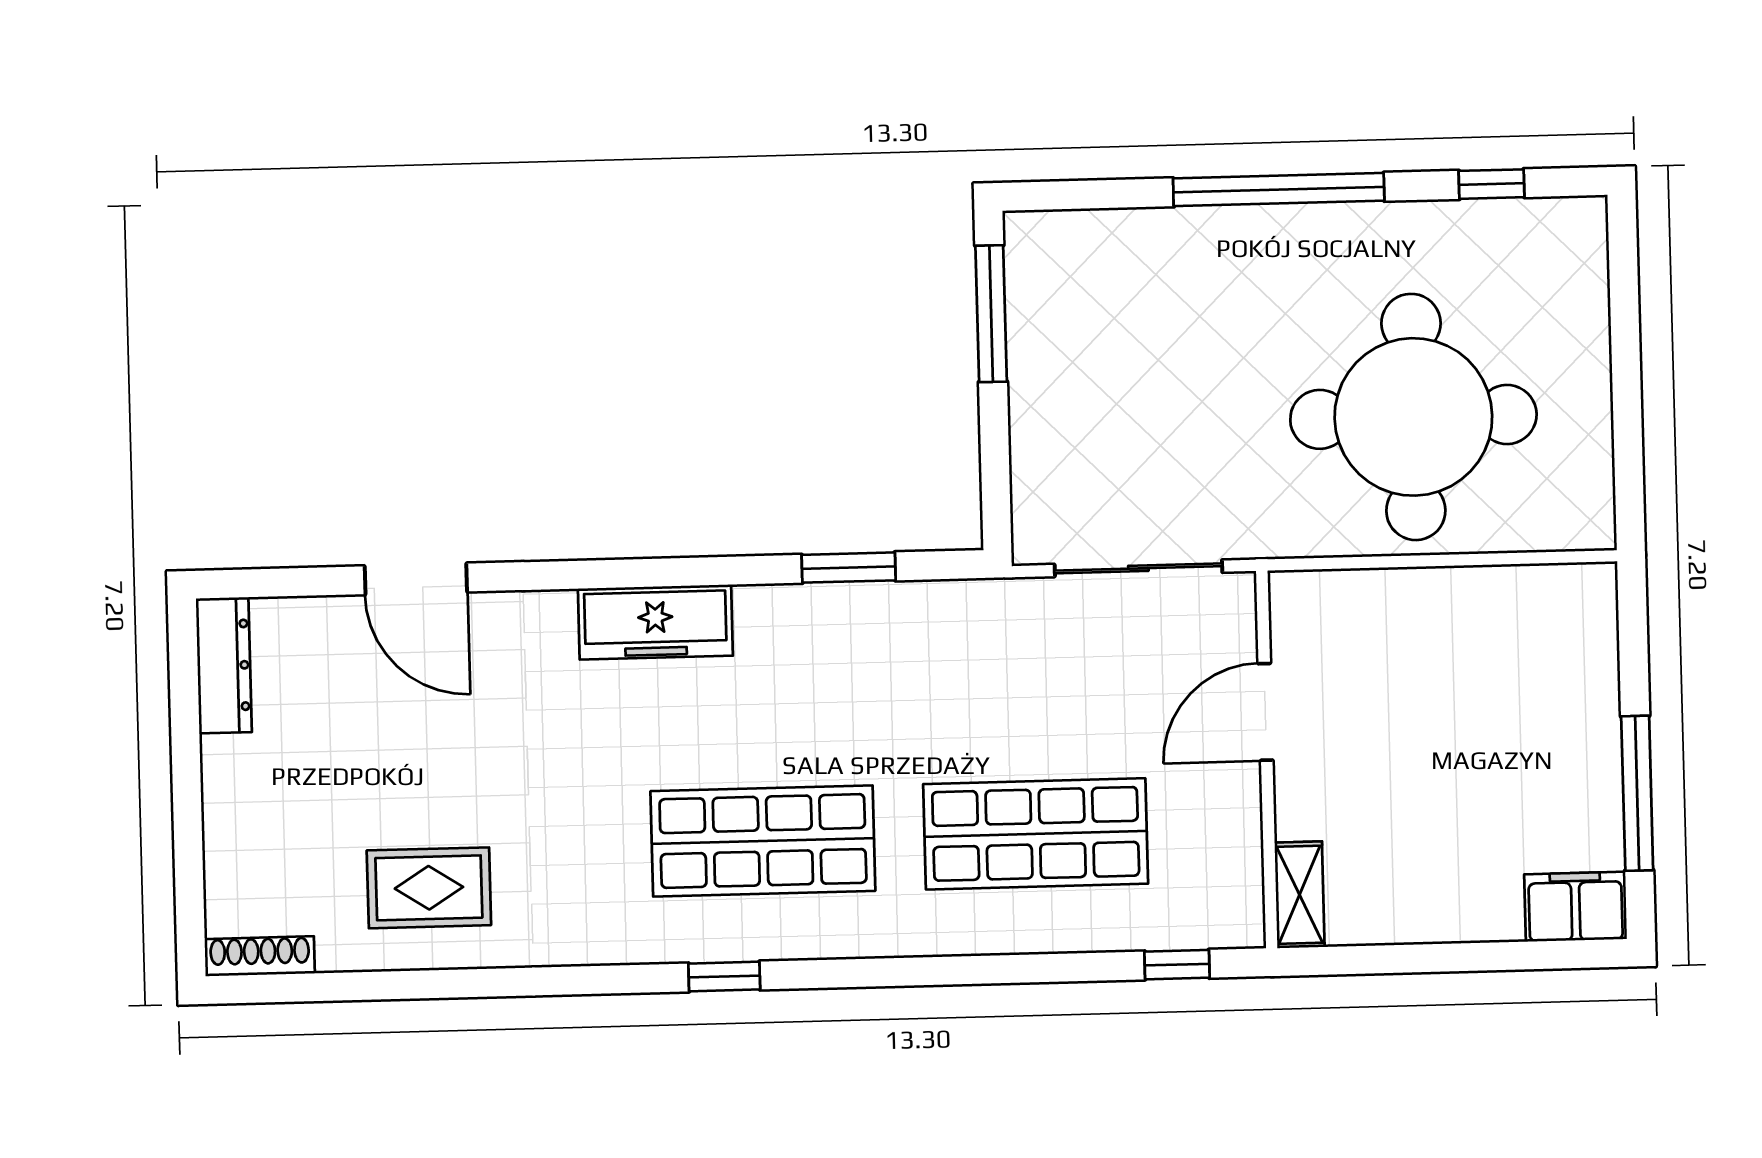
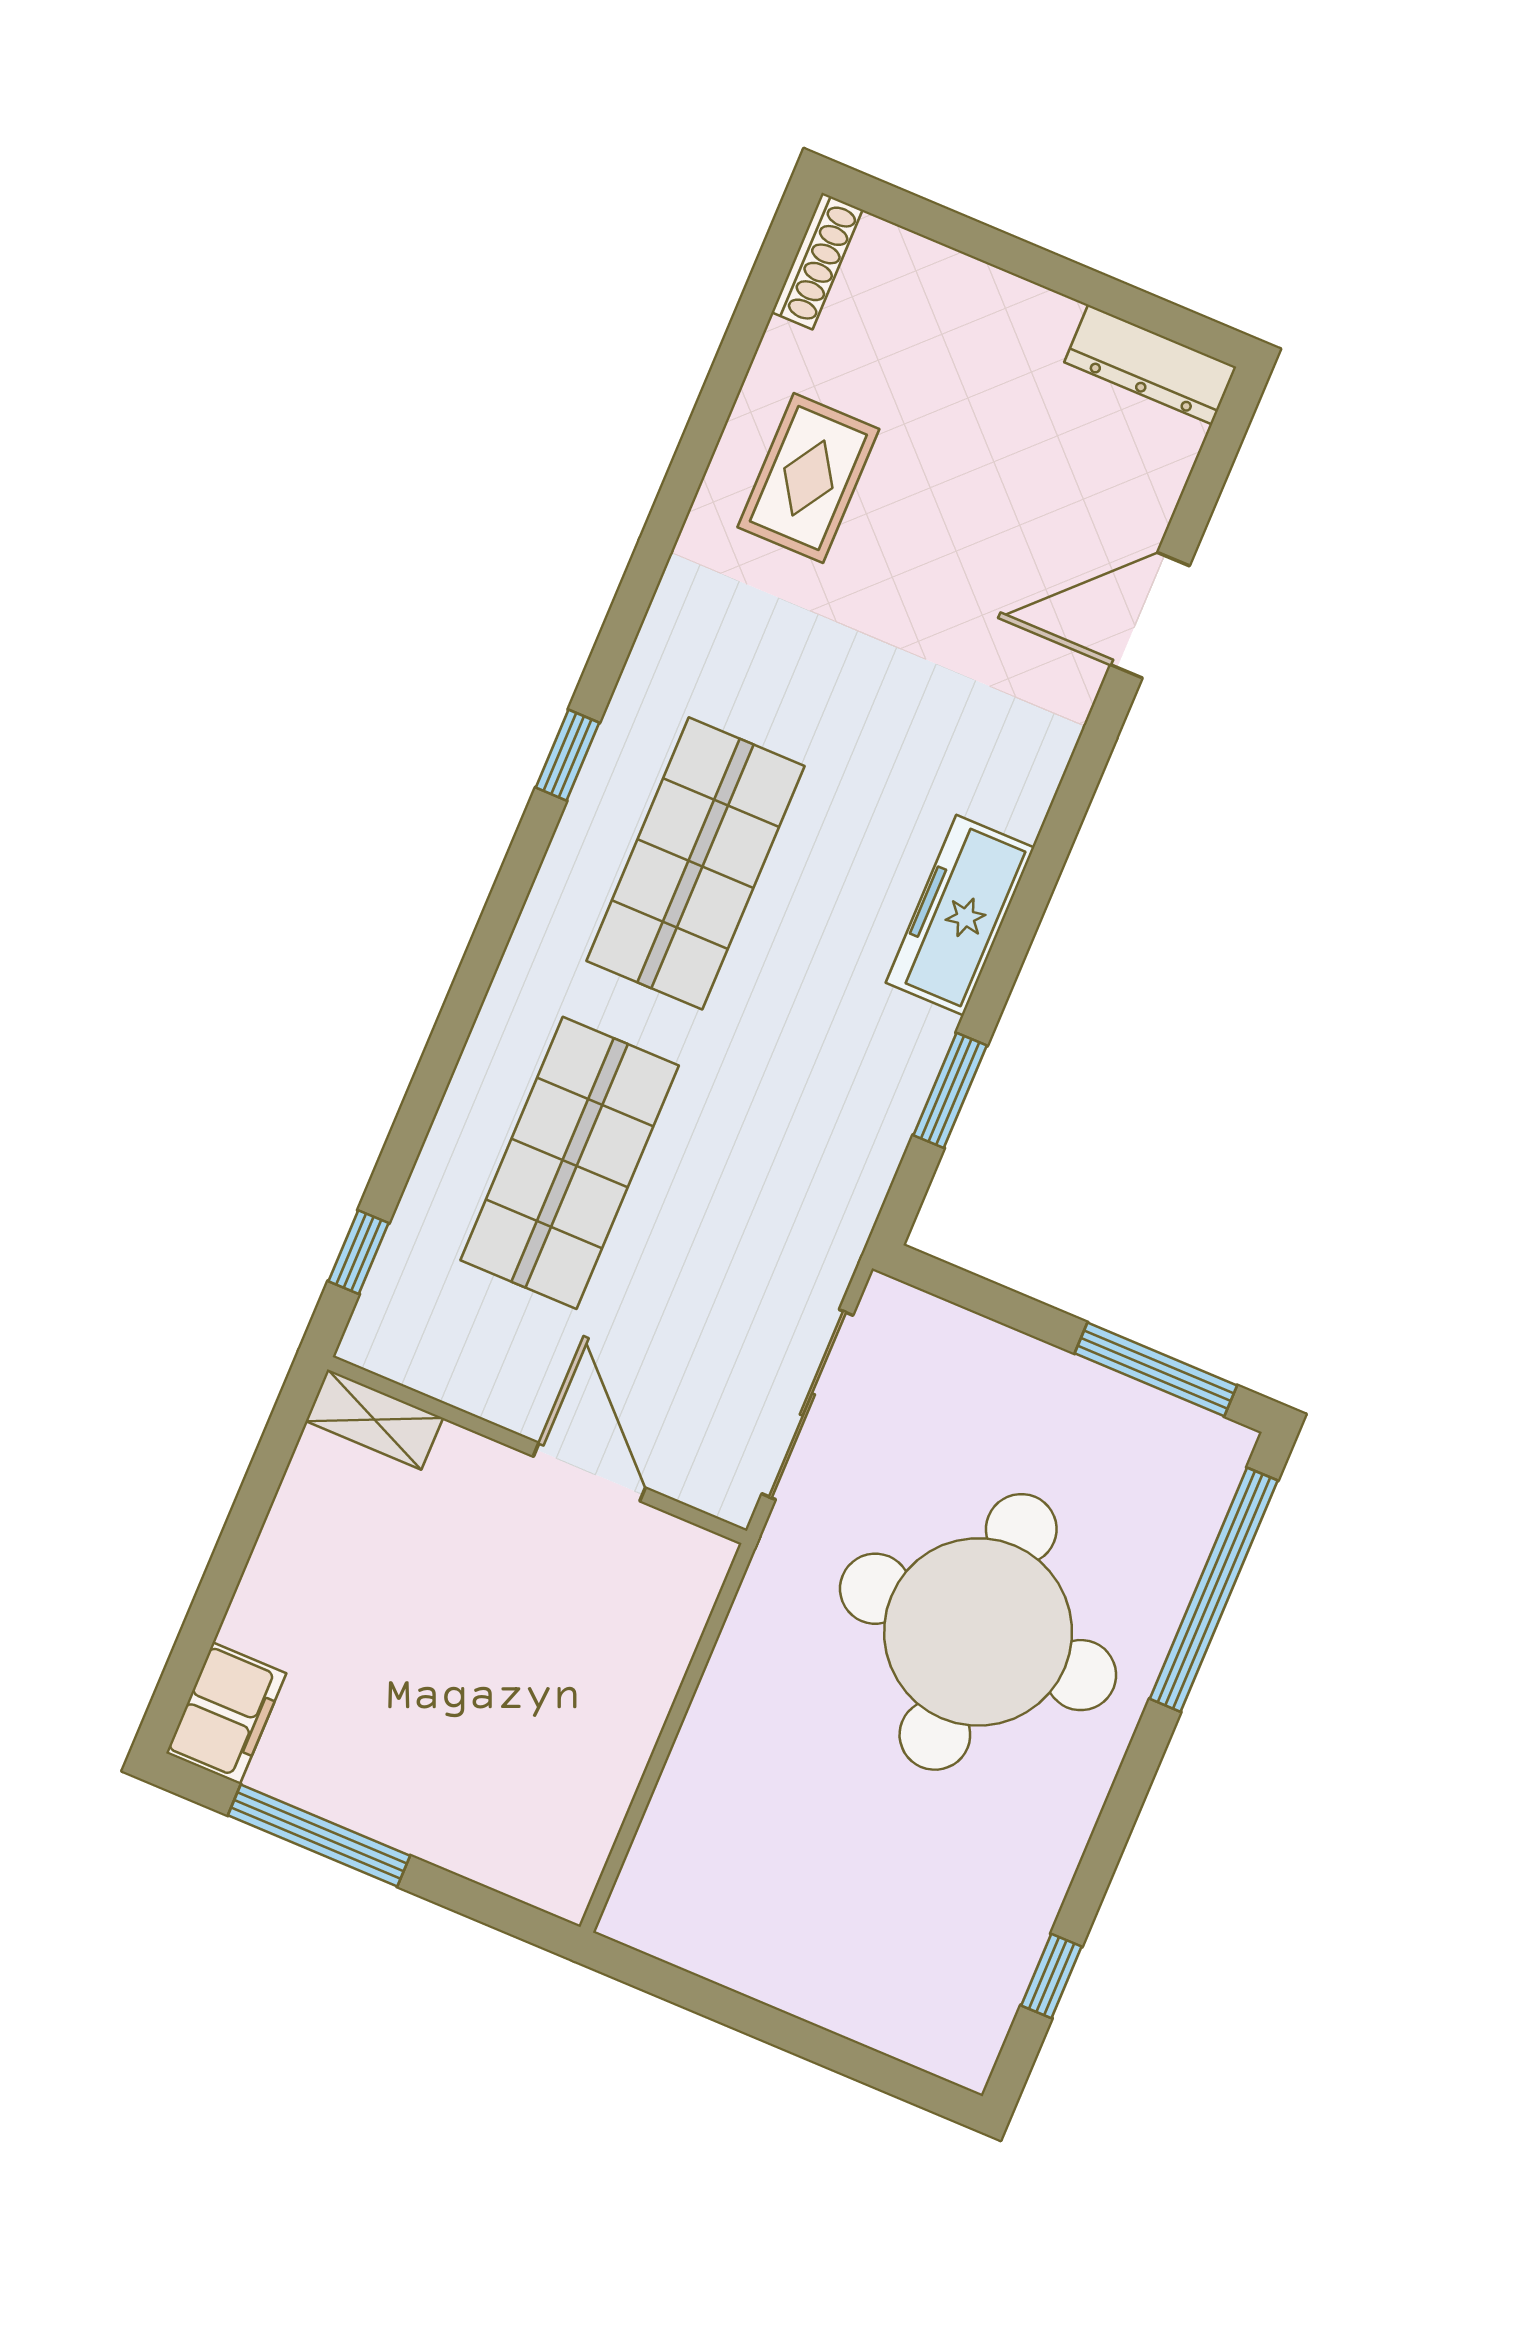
window: (1279, 190) -> (1214, 1590), moved
round table: (1413, 417) -> (978, 1632), moved
freezer: (655, 622) -> (960, 915), moved

